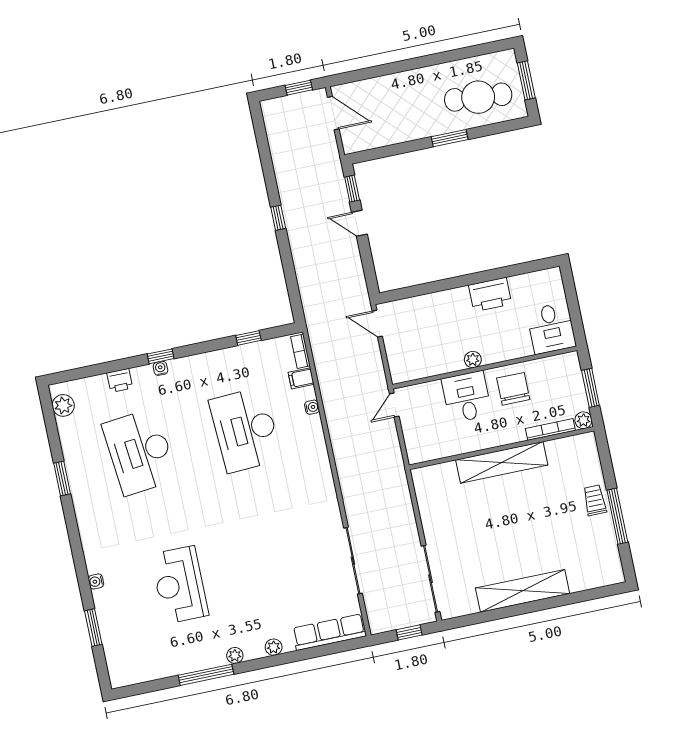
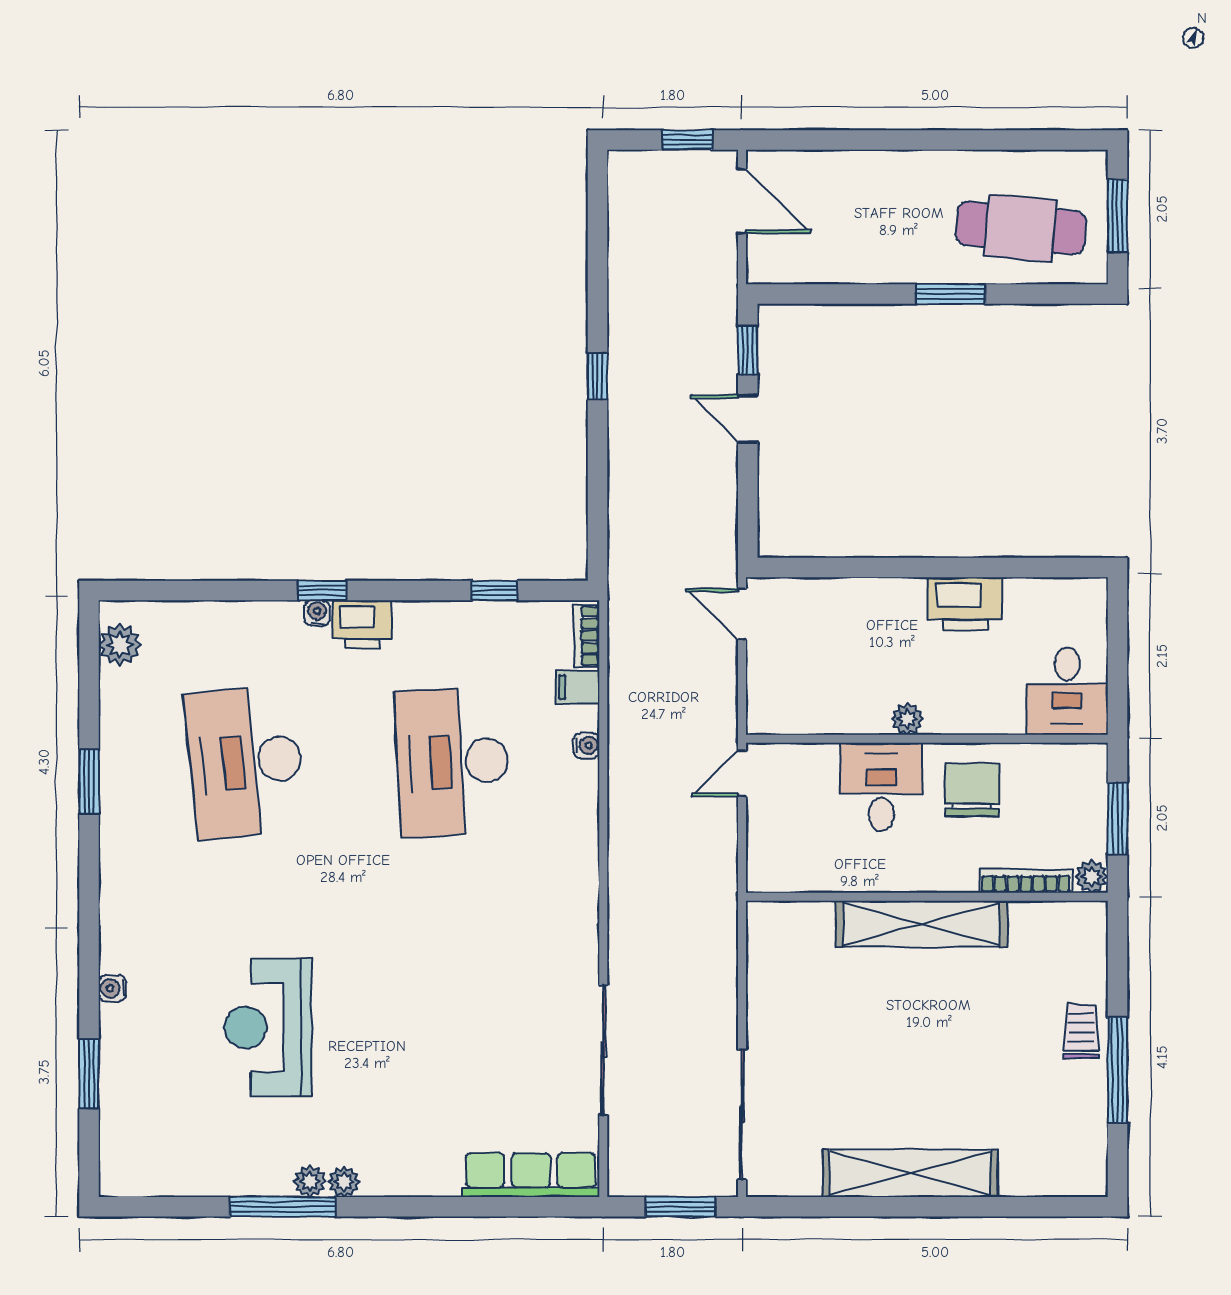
printer: (120, 380) -> (362, 624), moved, width x1.36, depth x1.24
window: (409, 632) -> (681, 1207), width x1.50
plant: (274, 647) -> (310, 1181), moved

